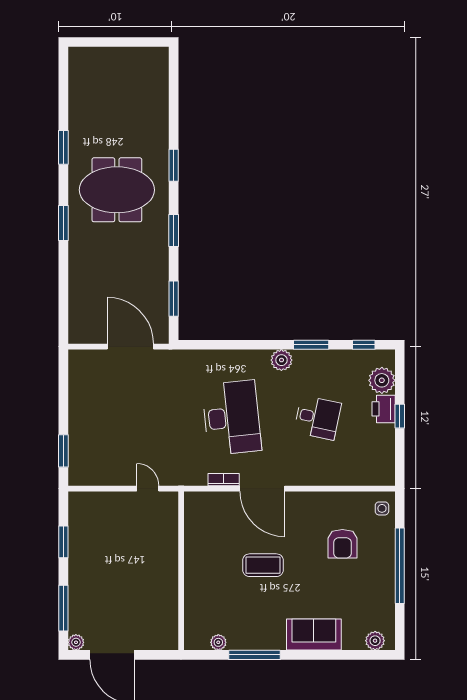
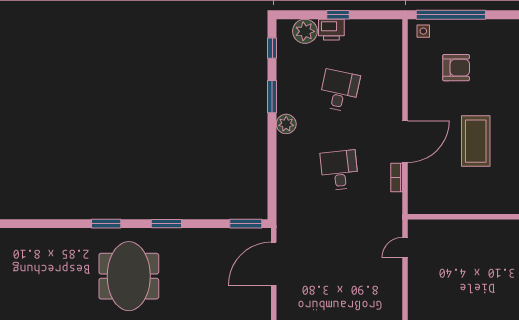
window: (174, 299) -> (246, 224), moved
desk: (232, 418) -> (339, 170), width x0.53, depth x0.77
coffee table: (263, 565) -> (476, 141), width x1.36, depth x1.32
window: (400, 566) -> (451, 15), moved

